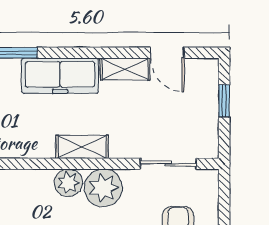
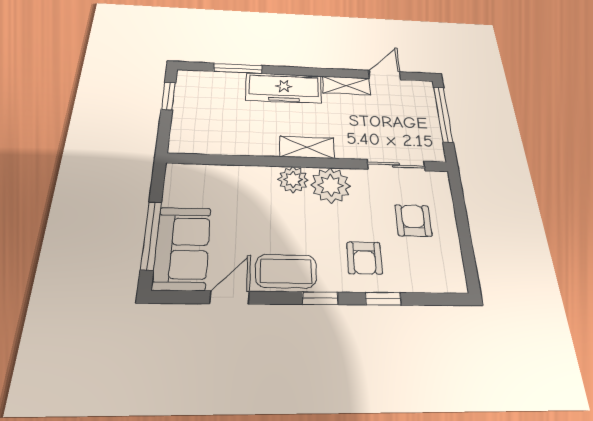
door: (167, 53) -> (385, 75), swing flipped
window: (224, 101) -> (443, 114), width x2.17

